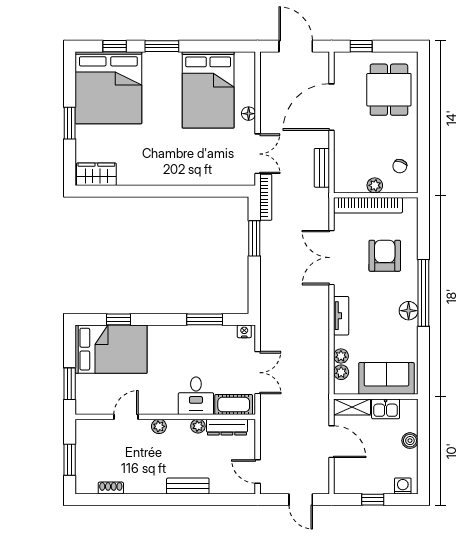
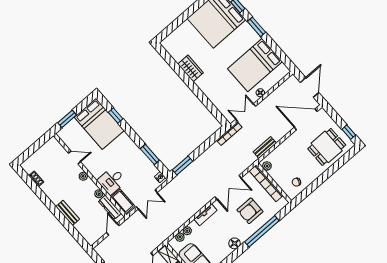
window: (361, 46) -> (349, 132), moved
door: (331, 107) -> (306, 119), moved
window: (70, 123) -> (185, 16), removed
double door: (258, 154) -> (246, 113), swing flipped
wardrobe: (96, 174) -> (190, 68), moved
plant: (375, 185) -> (267, 166), moved
window: (254, 238) -> (183, 165), moved
armchair: (385, 256) -> (250, 211), turned 180
double door: (331, 258) -> (228, 187), swing flipped
window: (423, 293) -> (262, 231), moved
window: (70, 460) -> (33, 149), removed
door: (258, 471) -> (113, 229), moved

